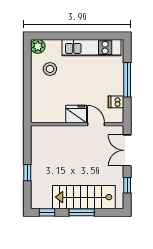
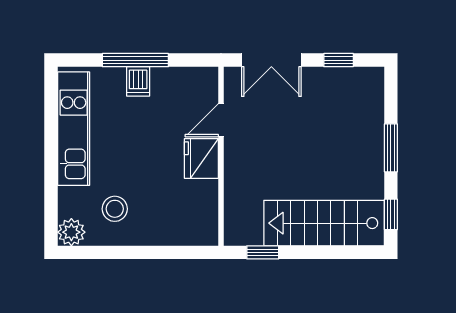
dishwasher: (116, 102) -> (138, 81), moved
window: (27, 173) -> (263, 252), moved
stairs: (84, 197) -> (324, 223), moved, turned 90

